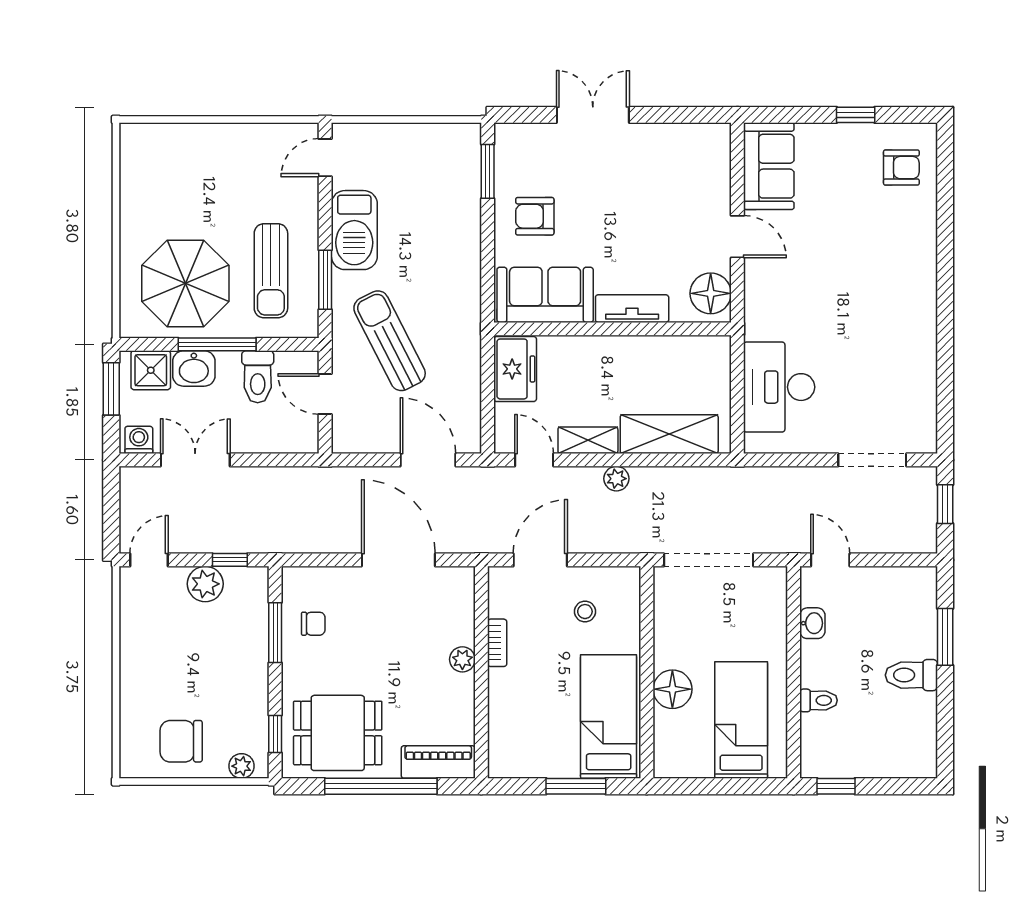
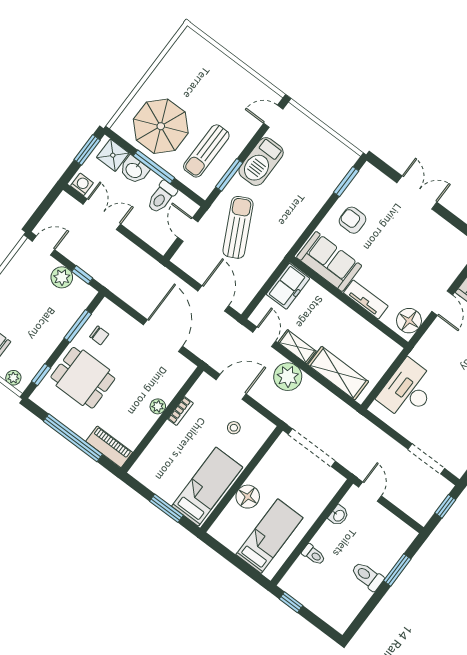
plant: (616, 479) -> (288, 377), width x1.88, depth x1.88
dining table: (338, 733) -> (83, 378), moved

